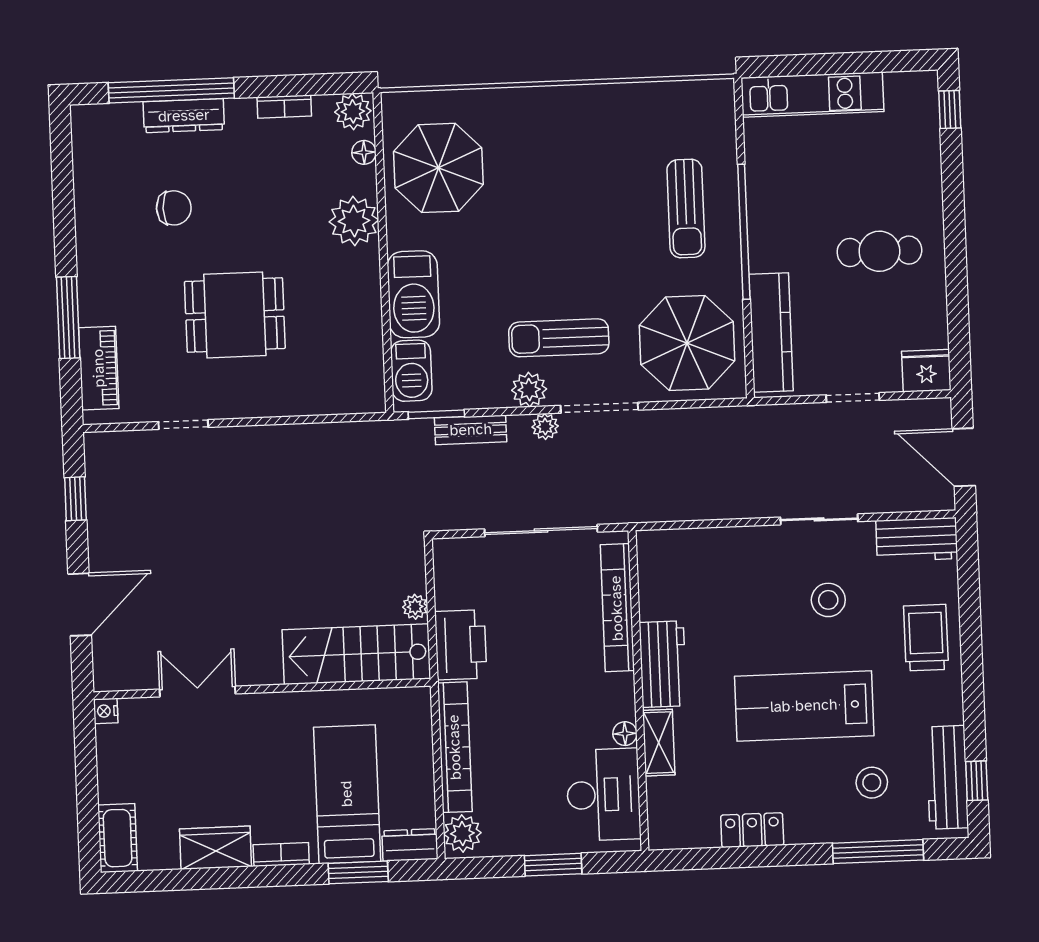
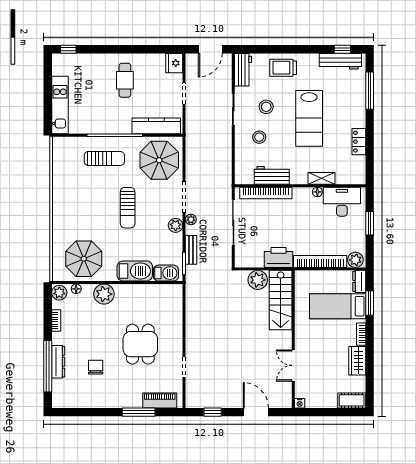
sun lounger: (559, 338) -> (128, 208), moved
plant: (415, 607) -> (258, 280), width x1.88, depth x1.88
workbench: (663, 664) -> (272, 175), moved
stool: (872, 783) -> (259, 137), moved

